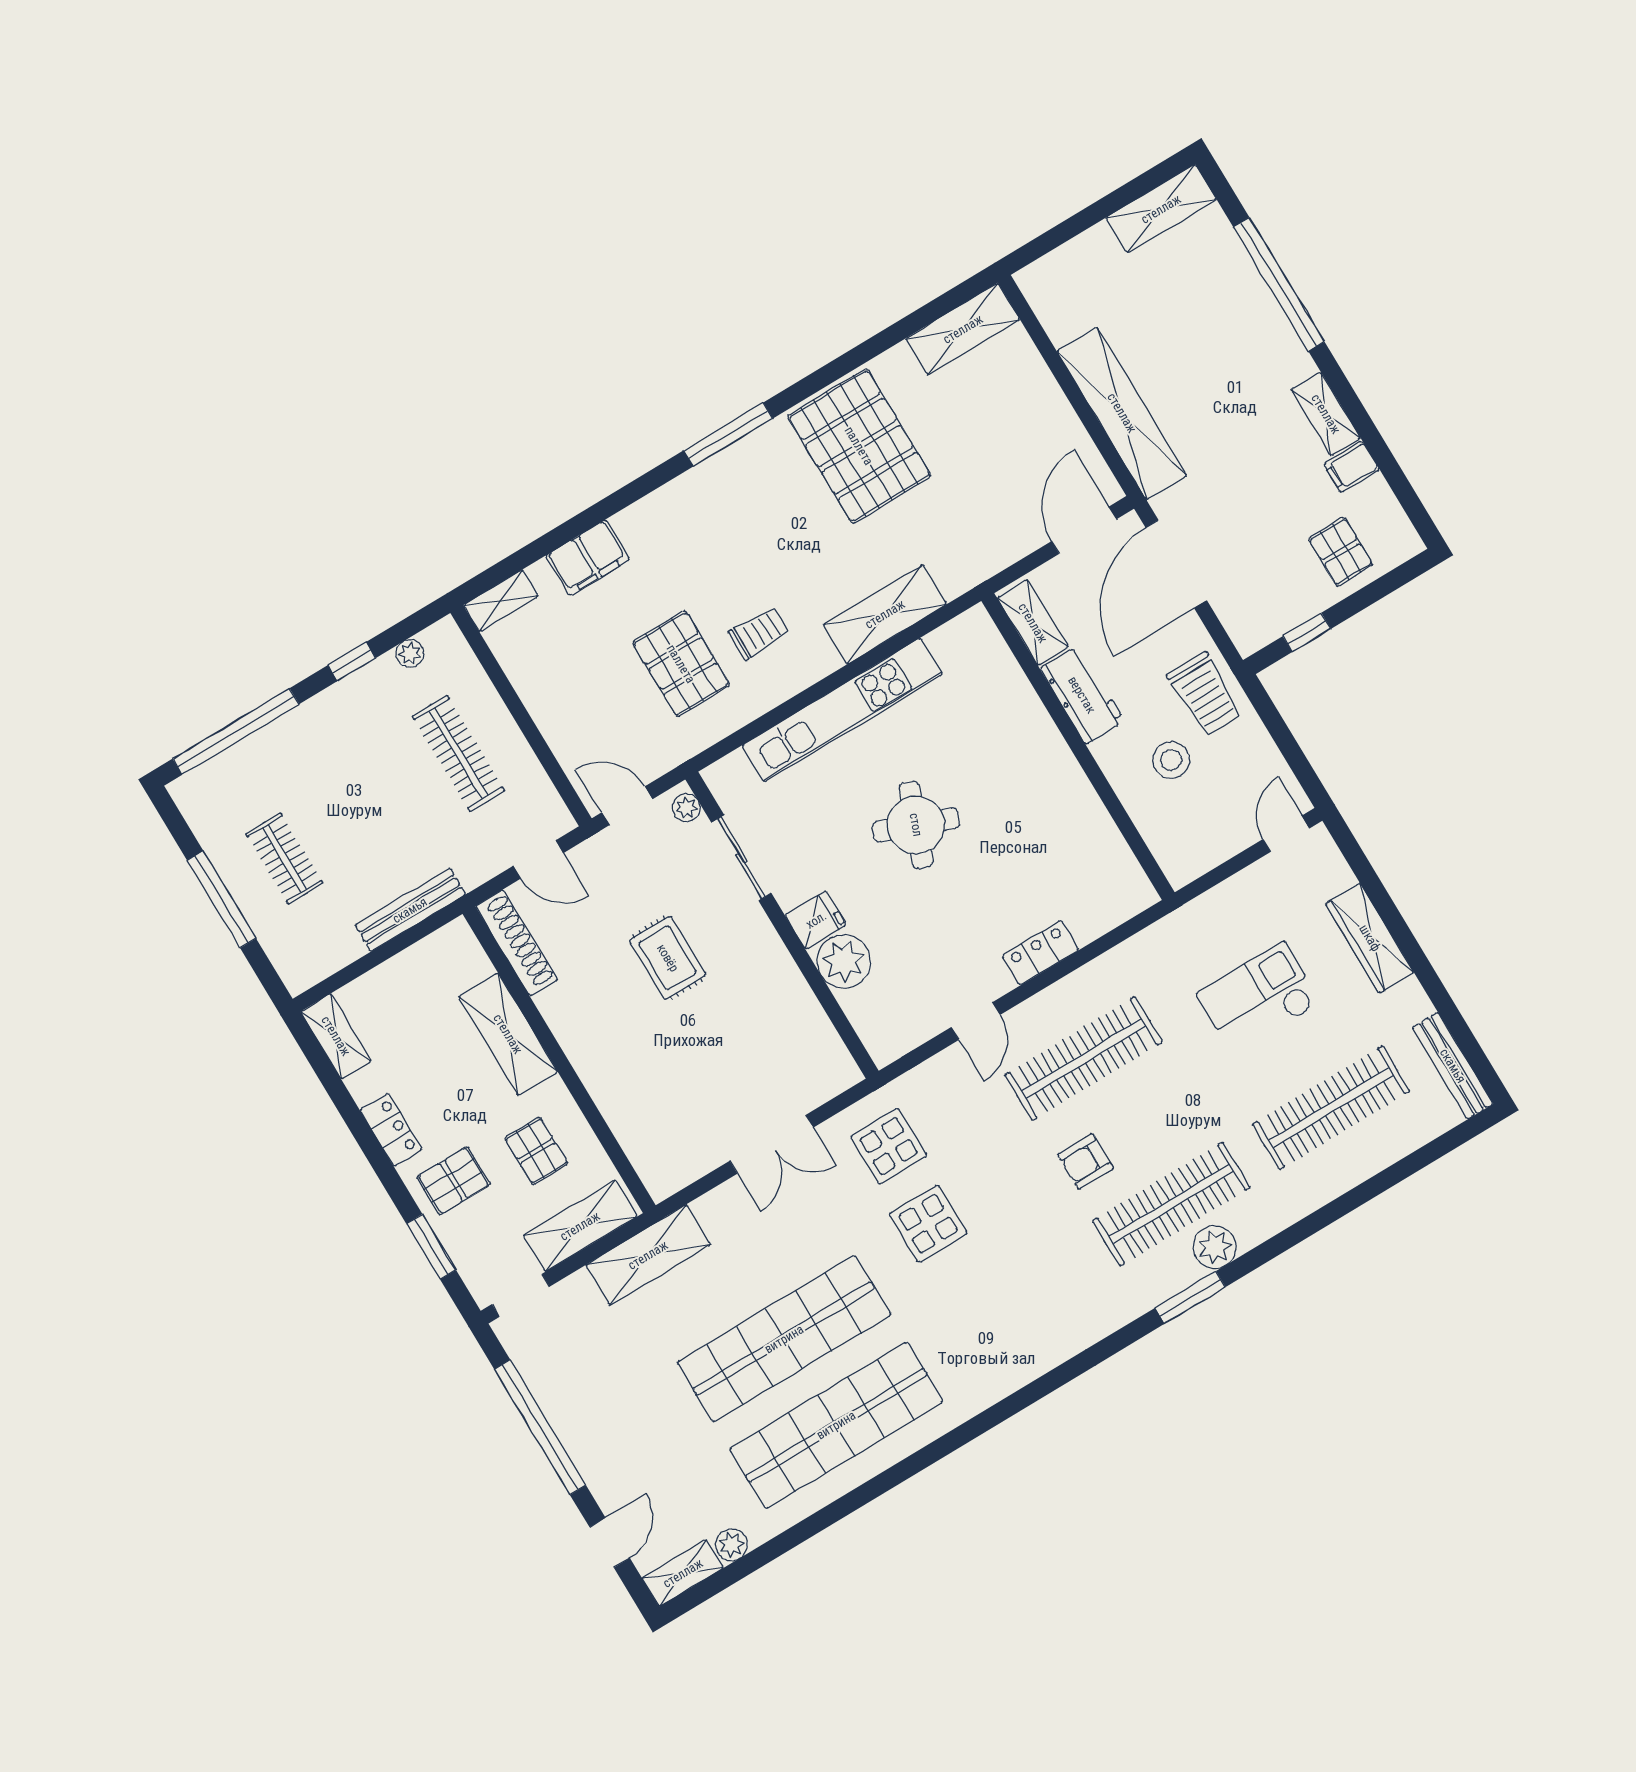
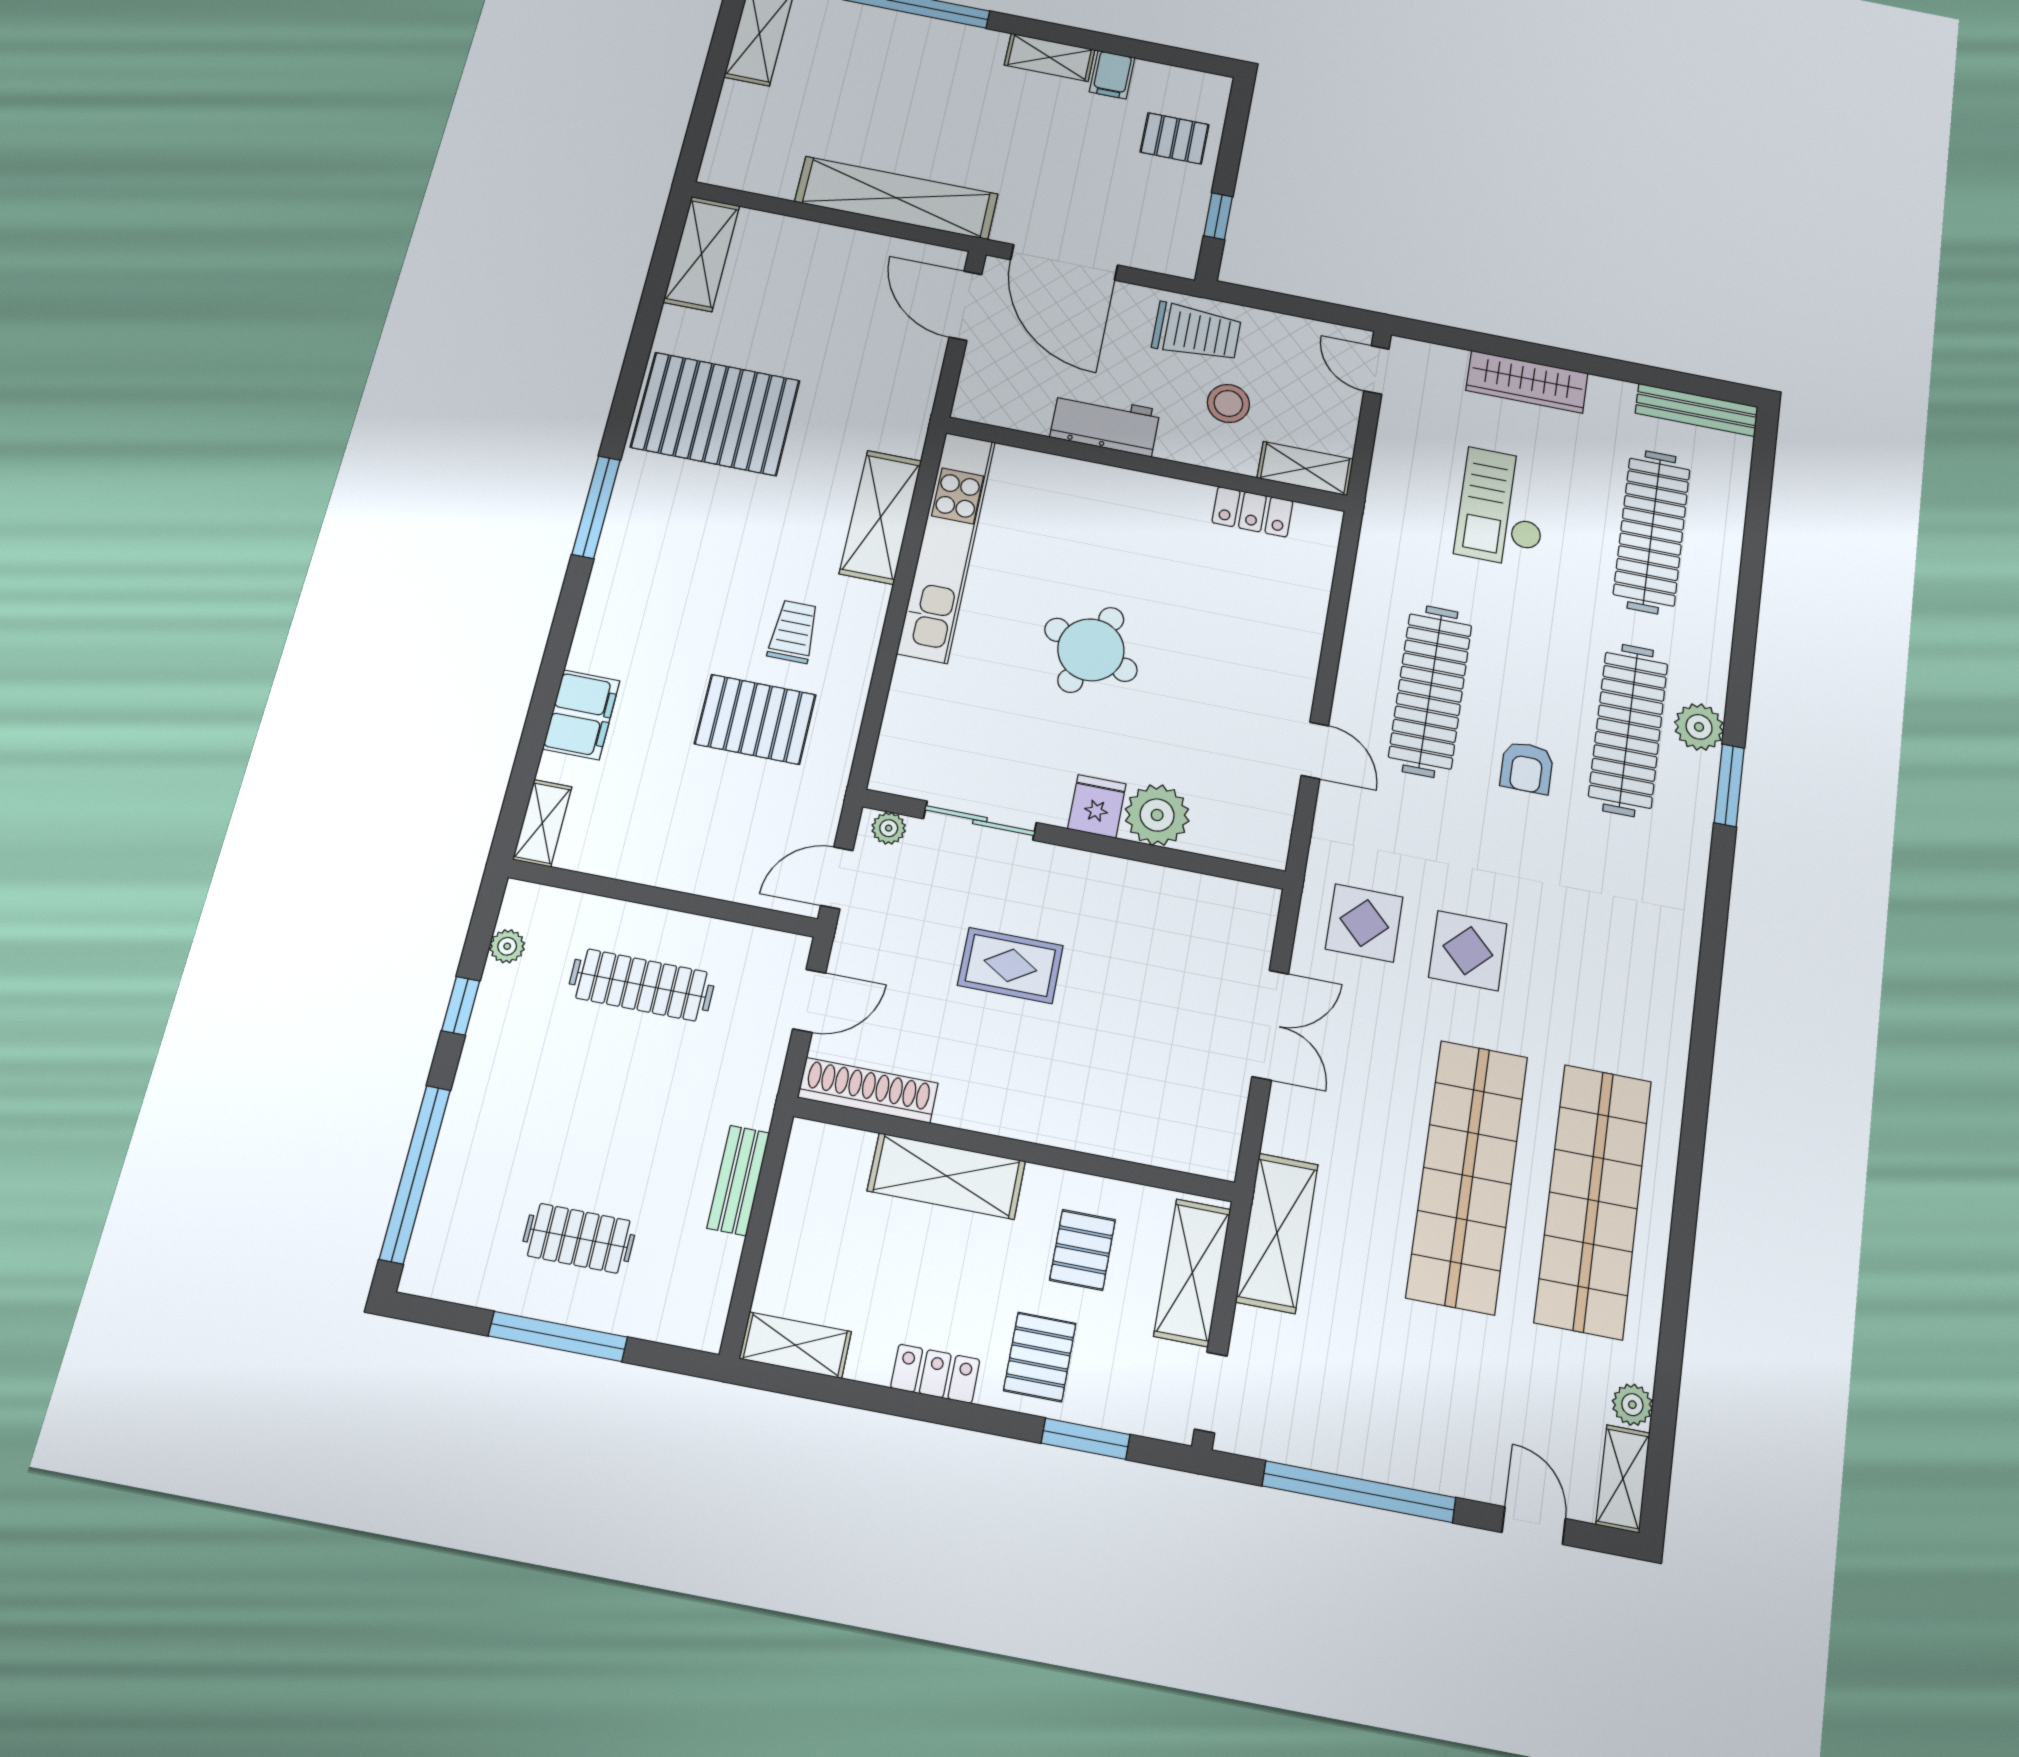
shelving: (1033, 623) -> (1305, 468), moved
kitchen unit: (842, 710) -> (947, 546), moved
bench: (410, 910) -> (738, 1180), width x0.73
locker: (1041, 953) -> (1252, 512), moved, turned -90
pallet: (536, 1151) -> (1082, 1250), turned 90

